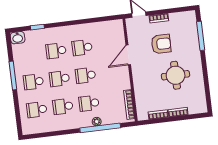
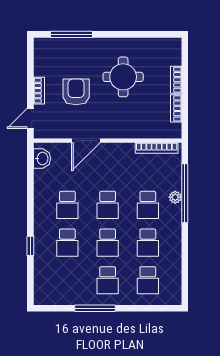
window: (37, 27) -> (30, 246), moved
washbasin: (18, 38) -> (42, 159), moved
door: (128, 55) -> (86, 141), hinge flipped

